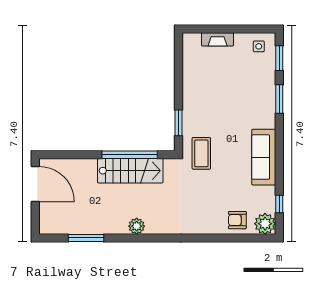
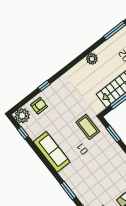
window: (214, 238) -> (44, 86), added

